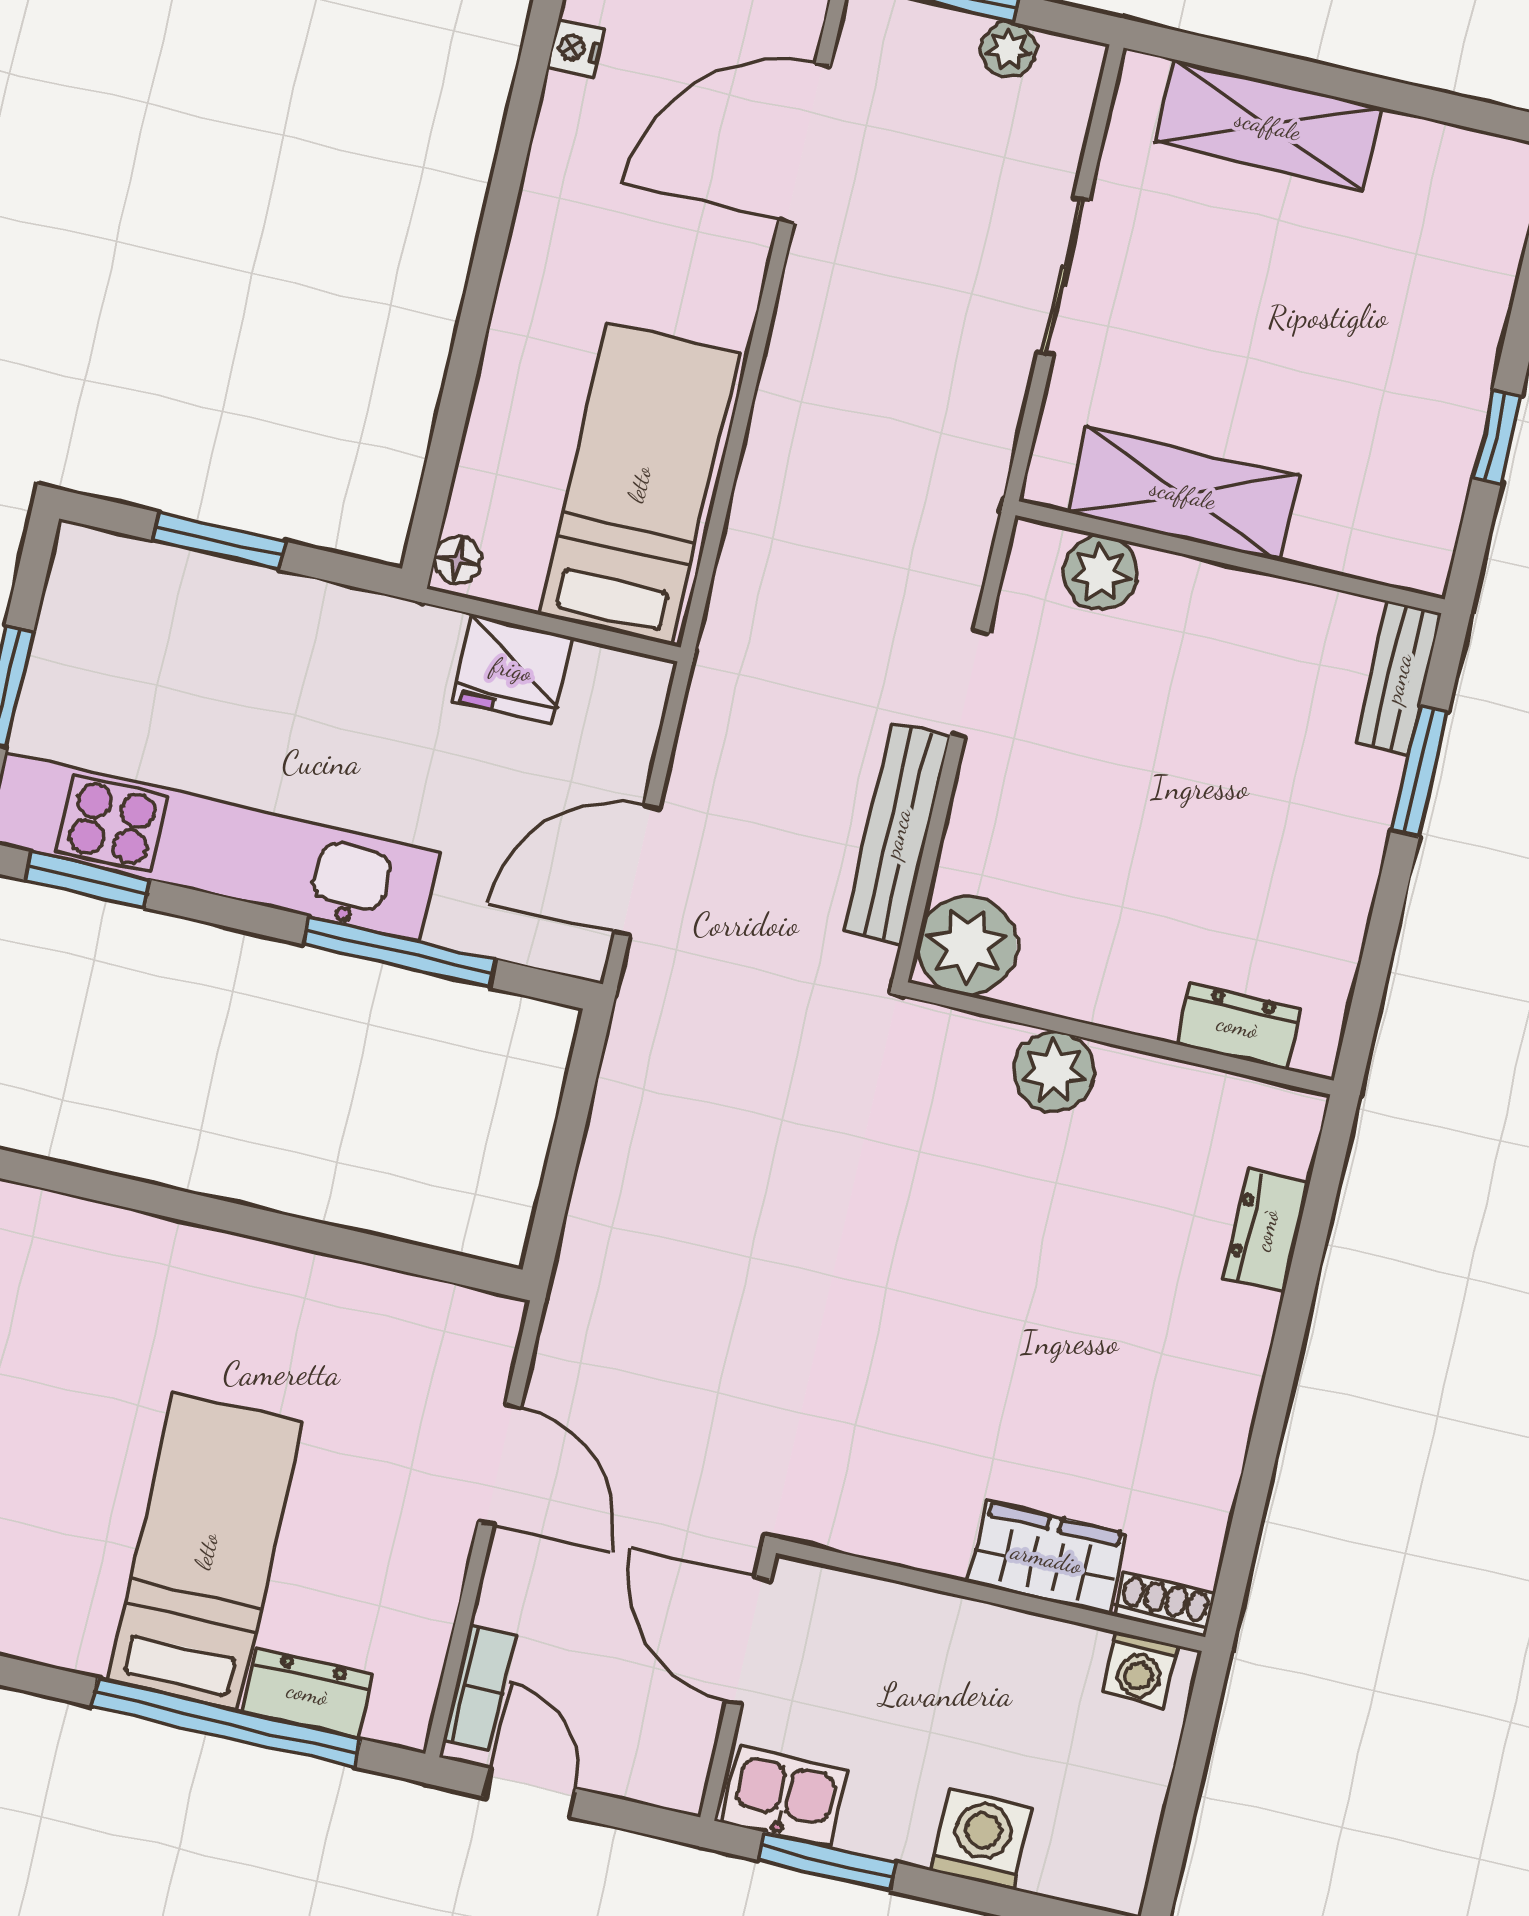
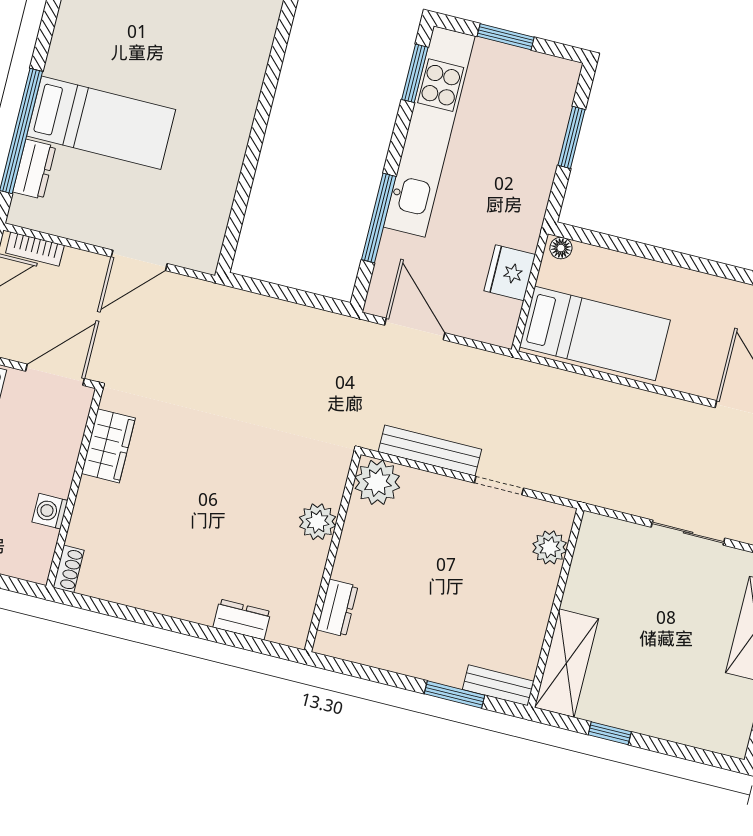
shelving: (1183, 494) -> (566, 663), moved
wardrobe: (1047, 1558) -> (108, 446), moved
washing machine: (1140, 1669) -> (50, 511), moved

